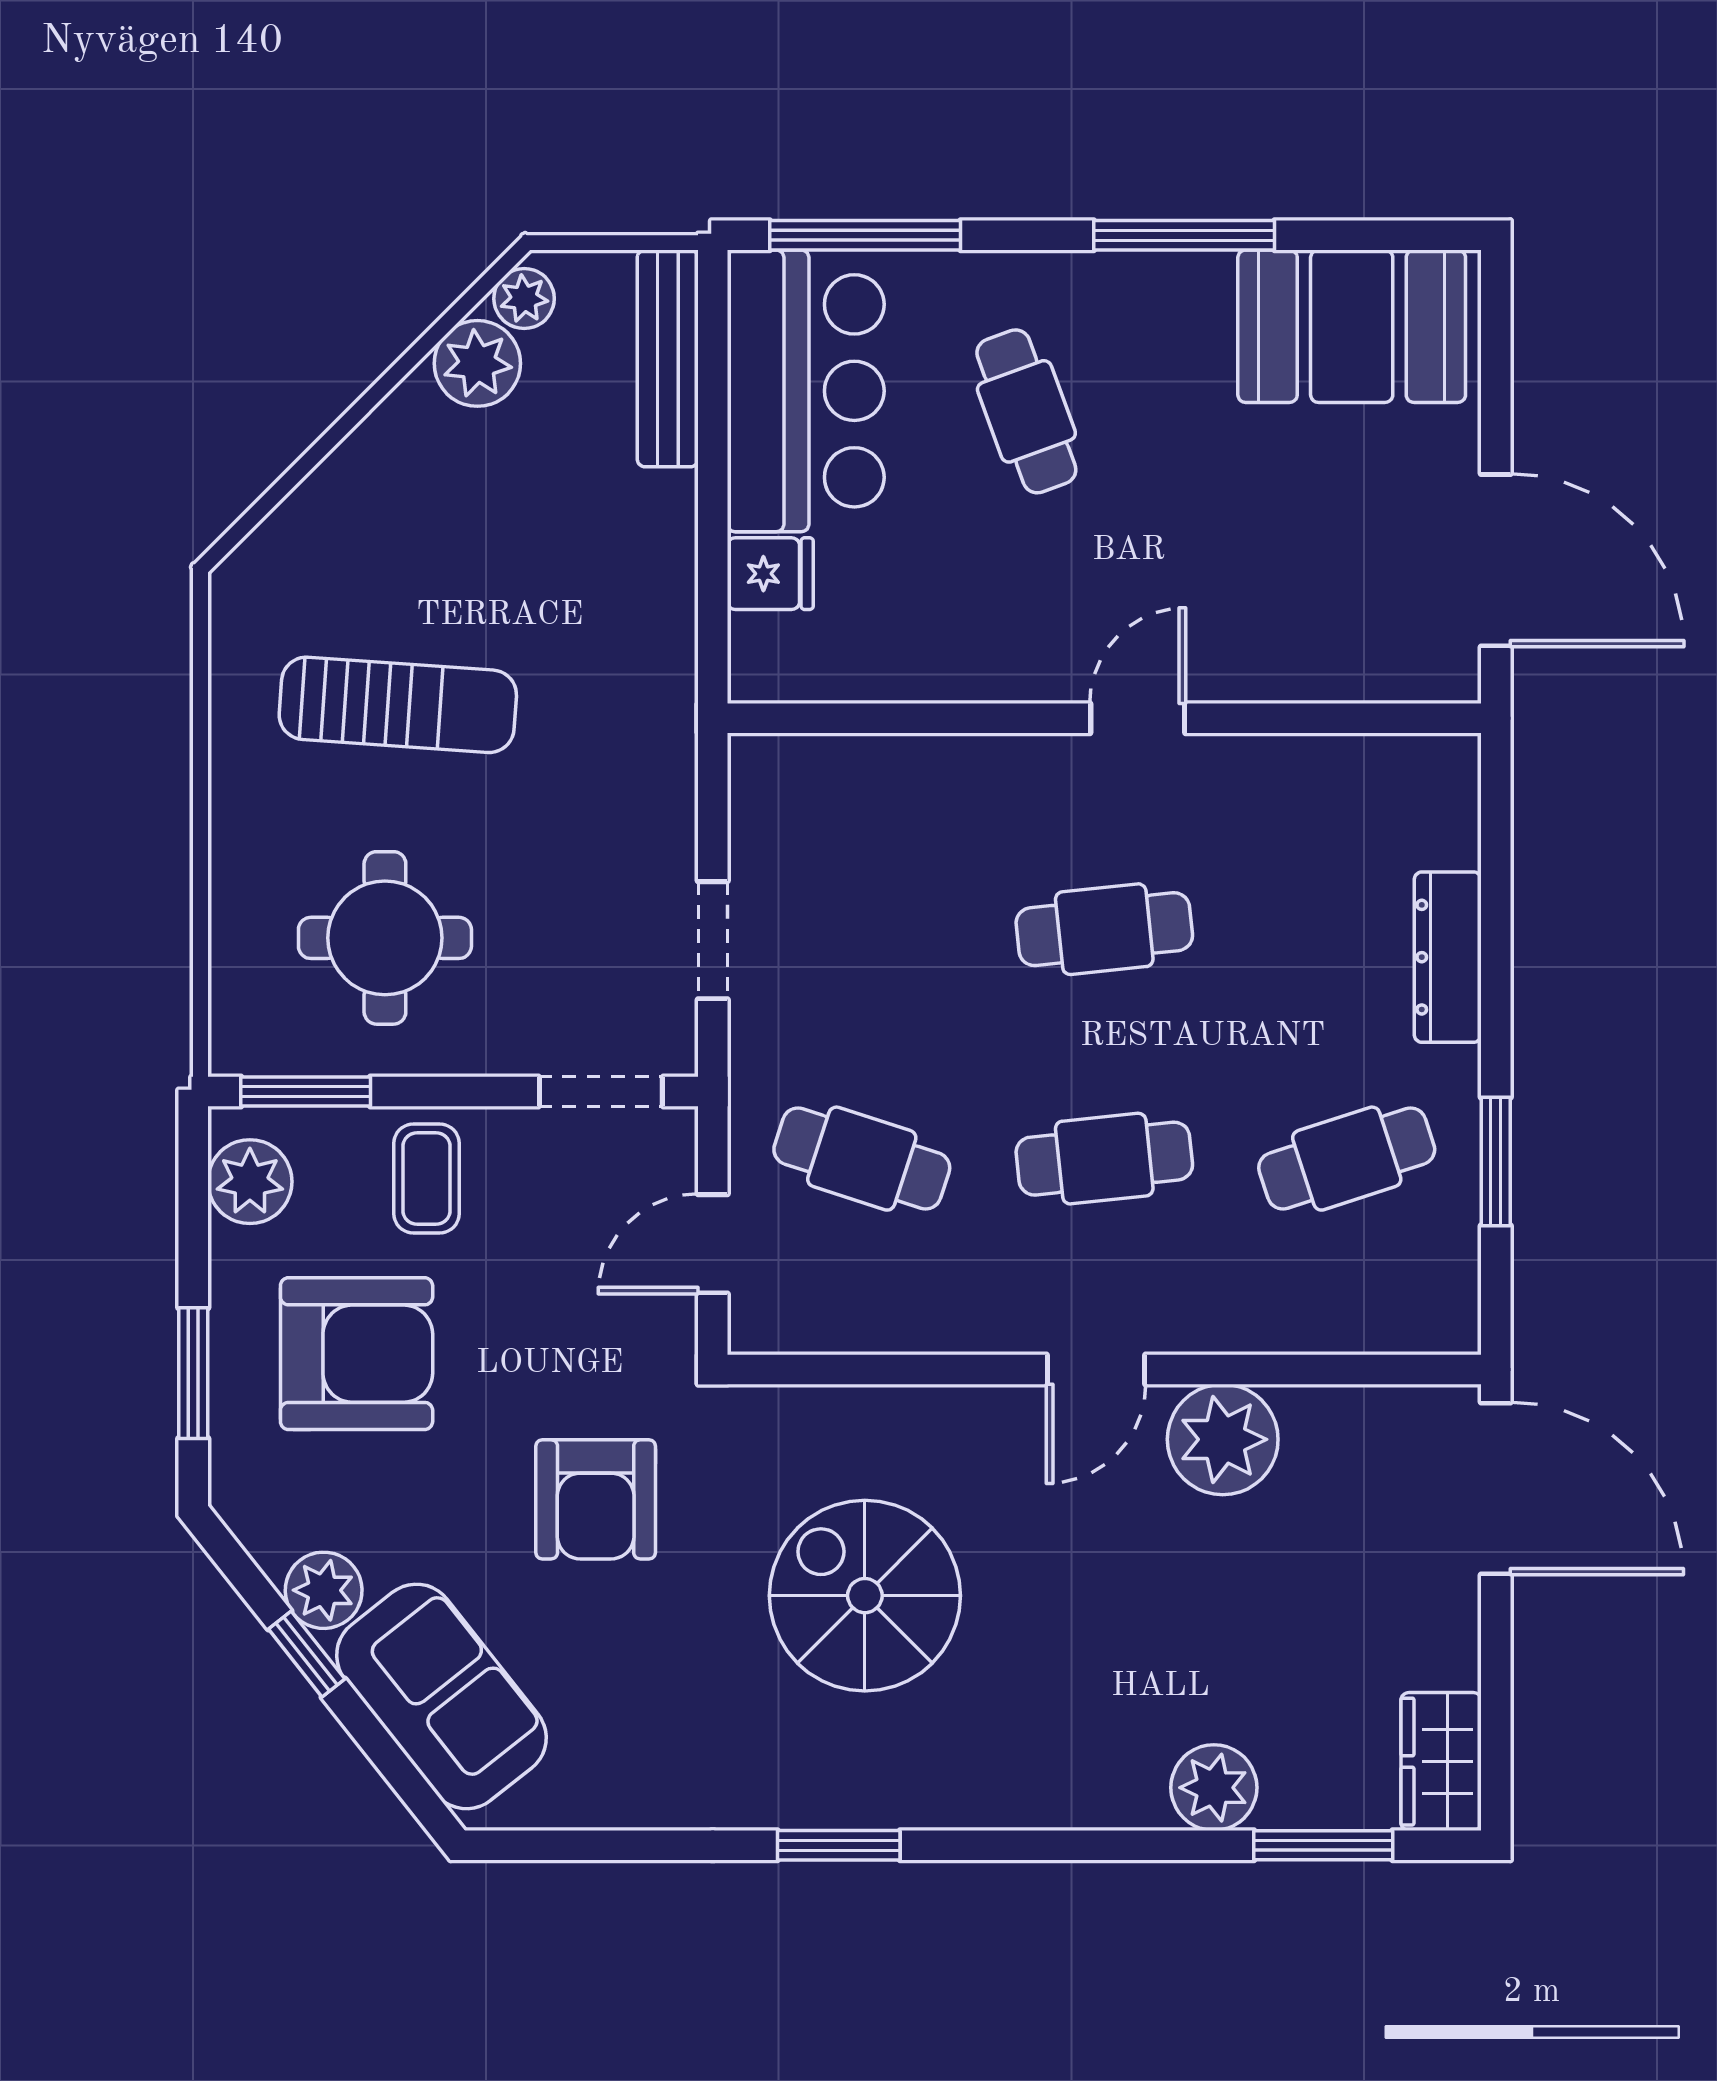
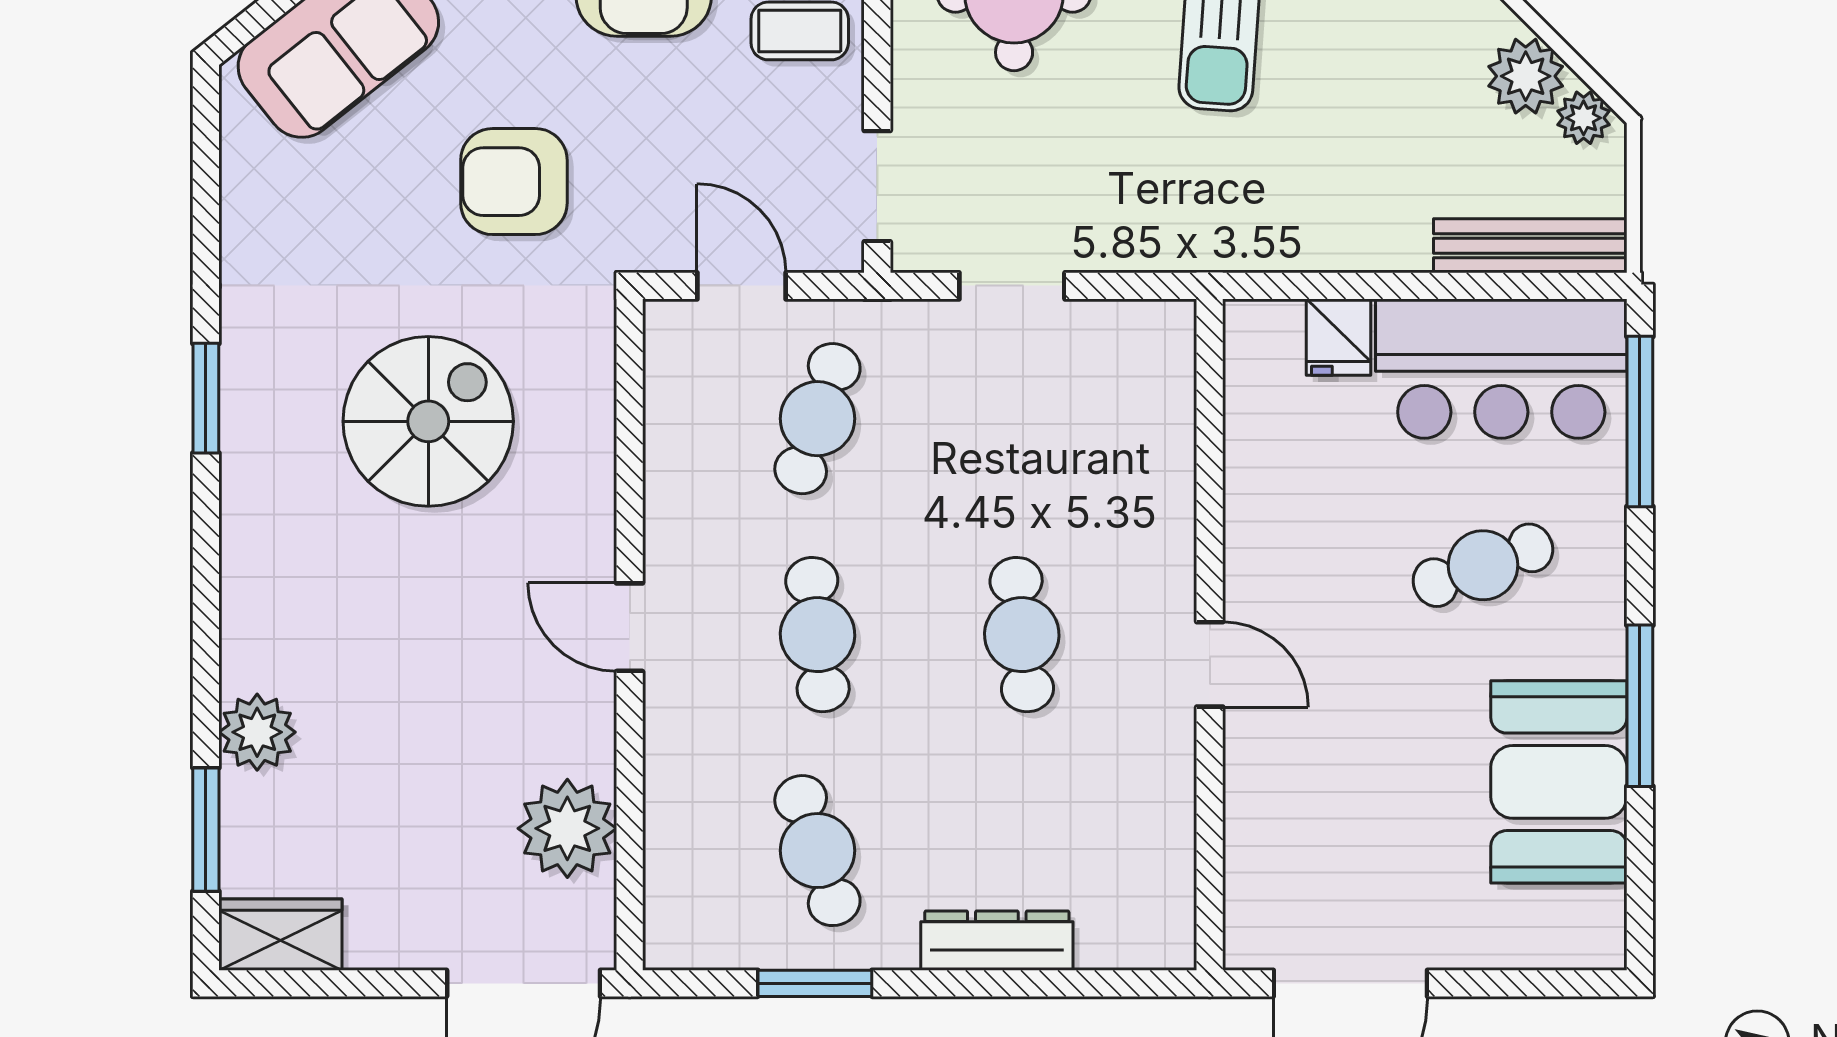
booth: (1352, 326) -> (1559, 782), moved
plant: (1223, 1439) -> (567, 828), moved

